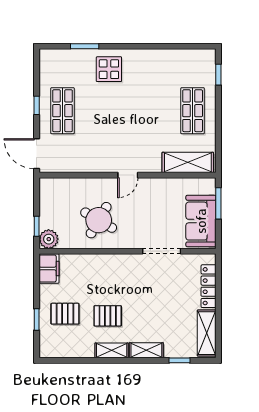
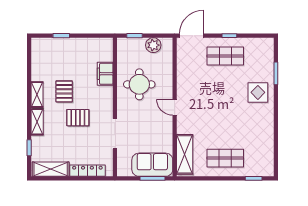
round table: (99, 220) -> (139, 84), turned -30
sofa: (201, 221) -> (152, 165), moved
plant: (49, 239) -> (153, 45), moved
filing cabinet: (49, 269) -> (105, 74), moved, turned 90
pallet: (65, 314) -> (78, 118), moved, turned 90

